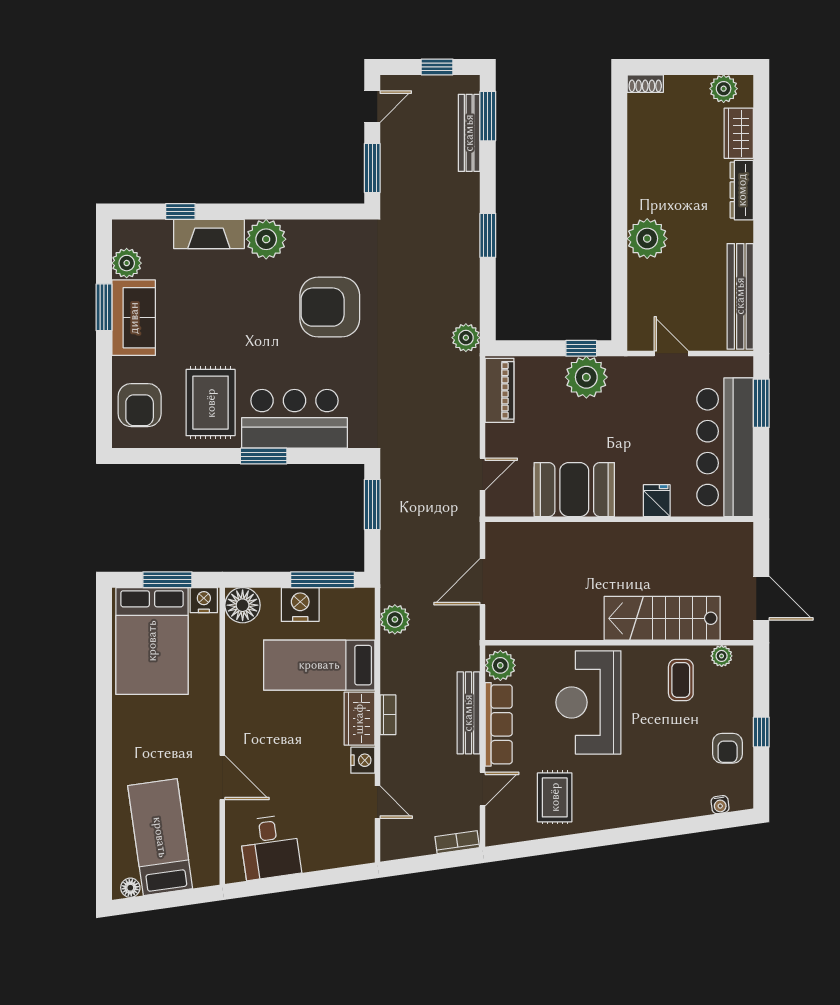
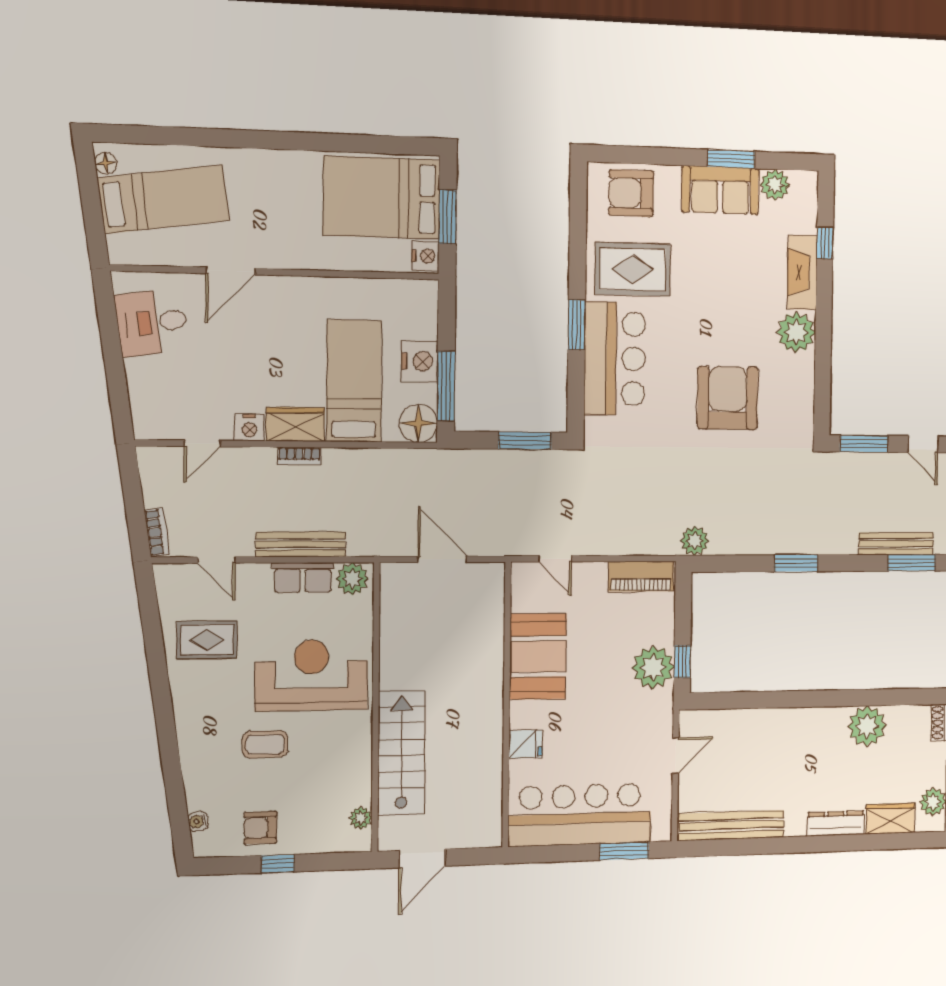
plant: (647, 239) -> (867, 726), moved
floor lamp: (243, 605) -> (418, 423), moved
plant: (395, 619) -> (403, 464), removed
coffee table: (681, 680) -> (265, 744), moved
row of seats: (499, 724) -> (303, 577), width x0.68

